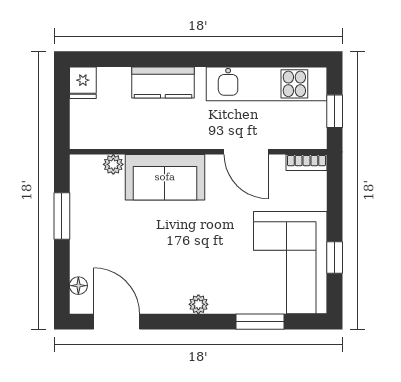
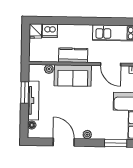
dishwasher: (114, 82) -> (50, 31), added
kitchen counter: (163, 82) -> (73, 55), moved, turned 180
tv unit: (81, 233) -> (33, 100), added
door: (117, 322) -> (64, 142), moved

